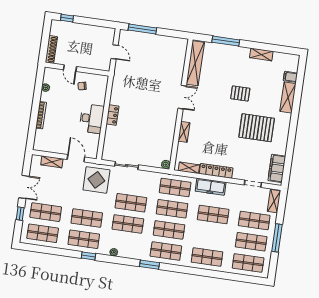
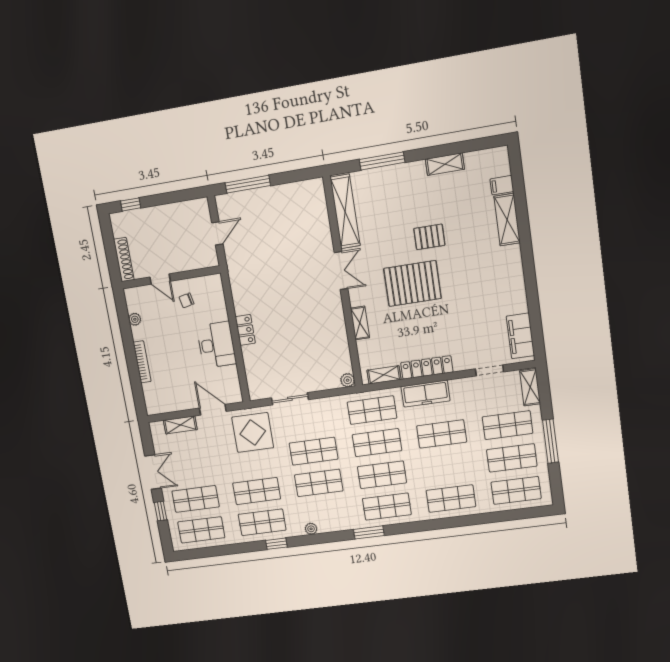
door: (114, 52) -> (217, 233), hinge flipped
pallet: (257, 128) -> (412, 283), moved

